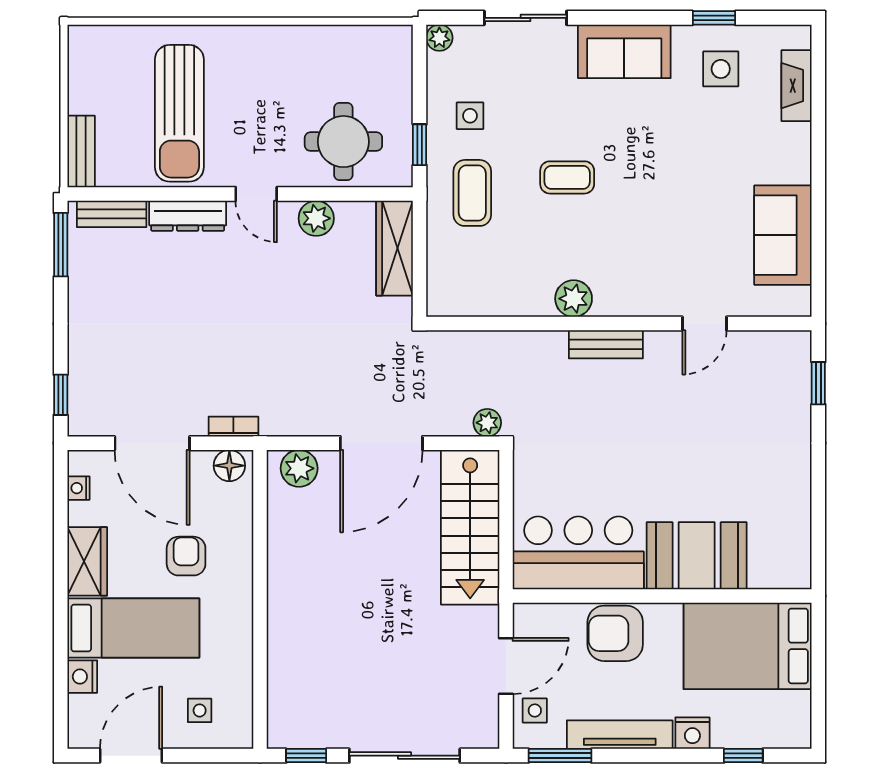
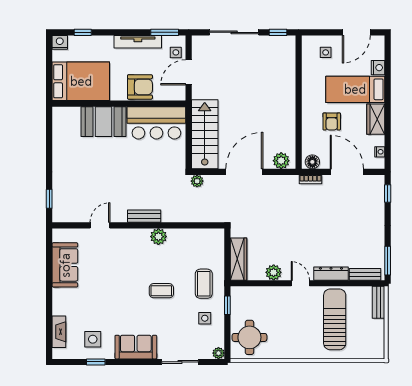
round table: (343, 142) -> (249, 337), moved
nightstand: (692, 733) -> (60, 42), moved

